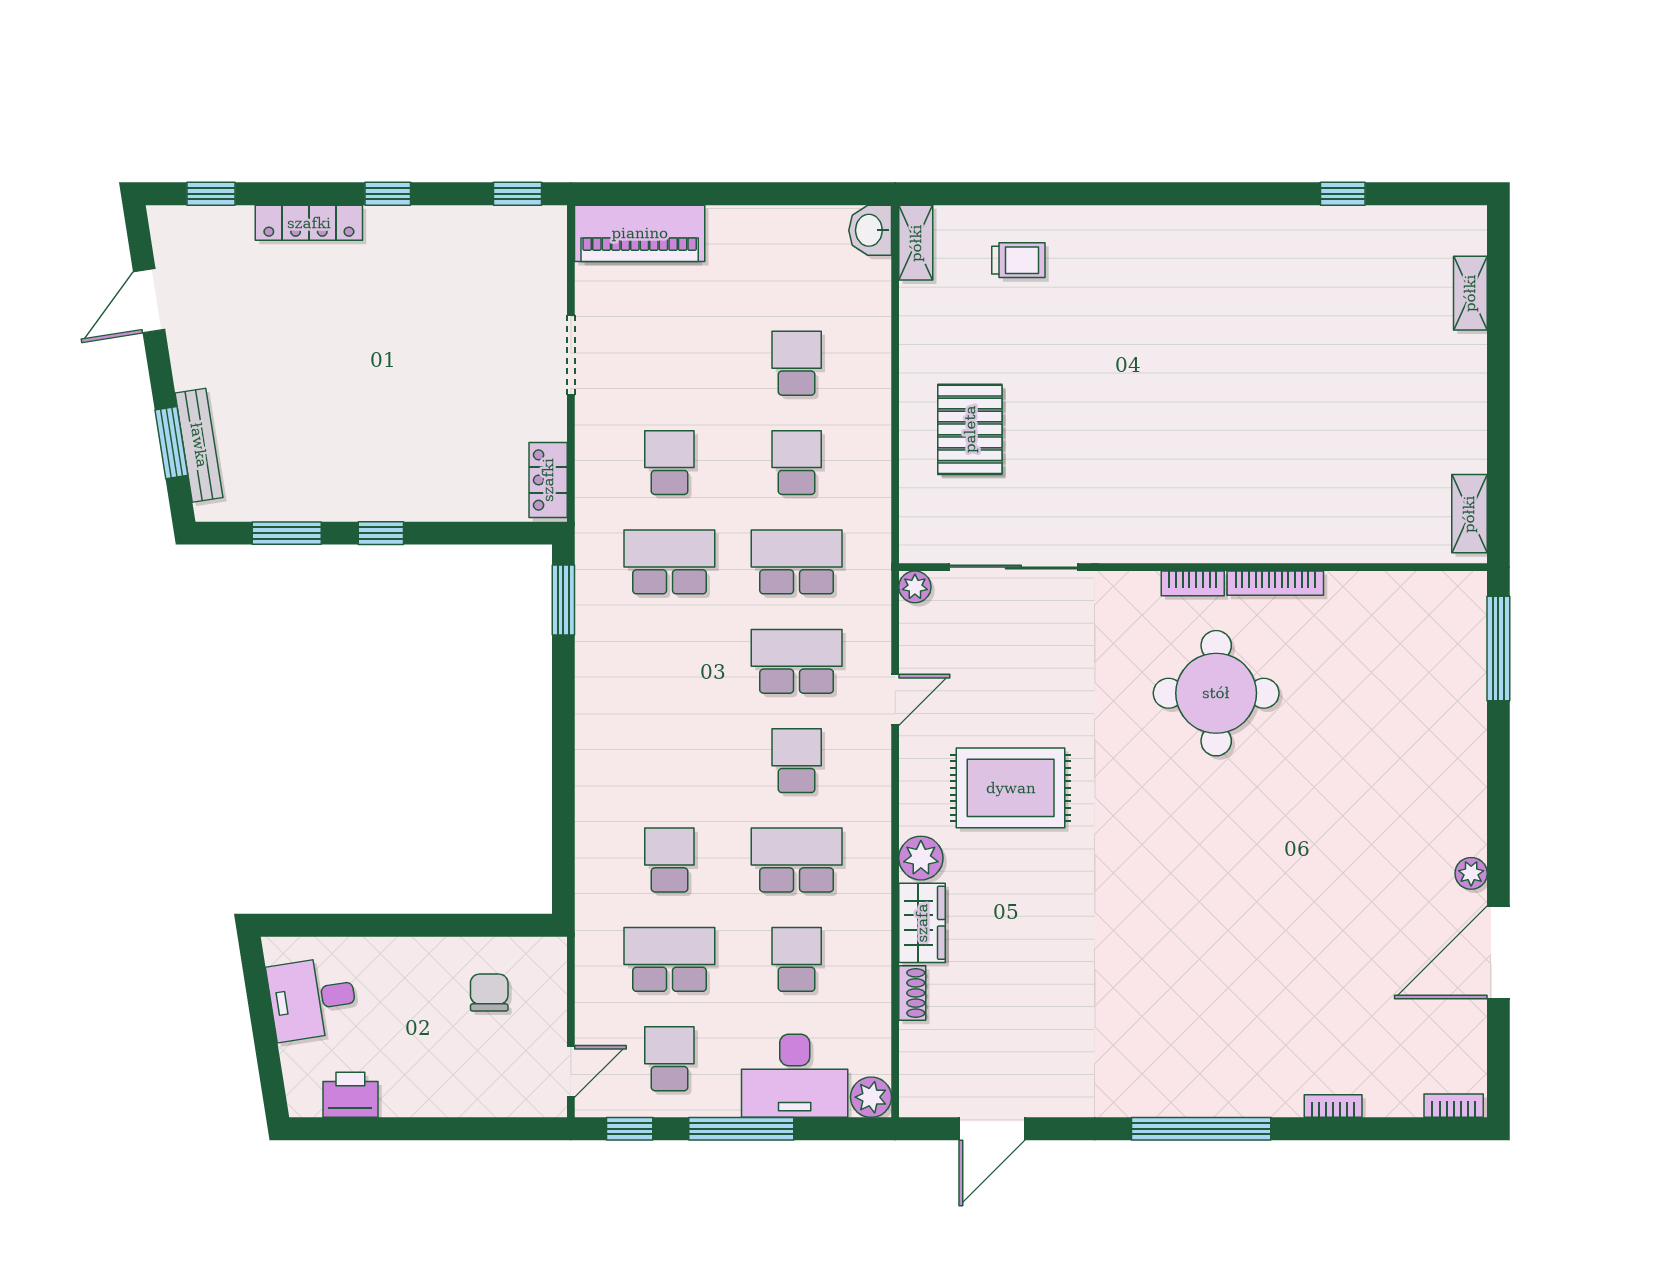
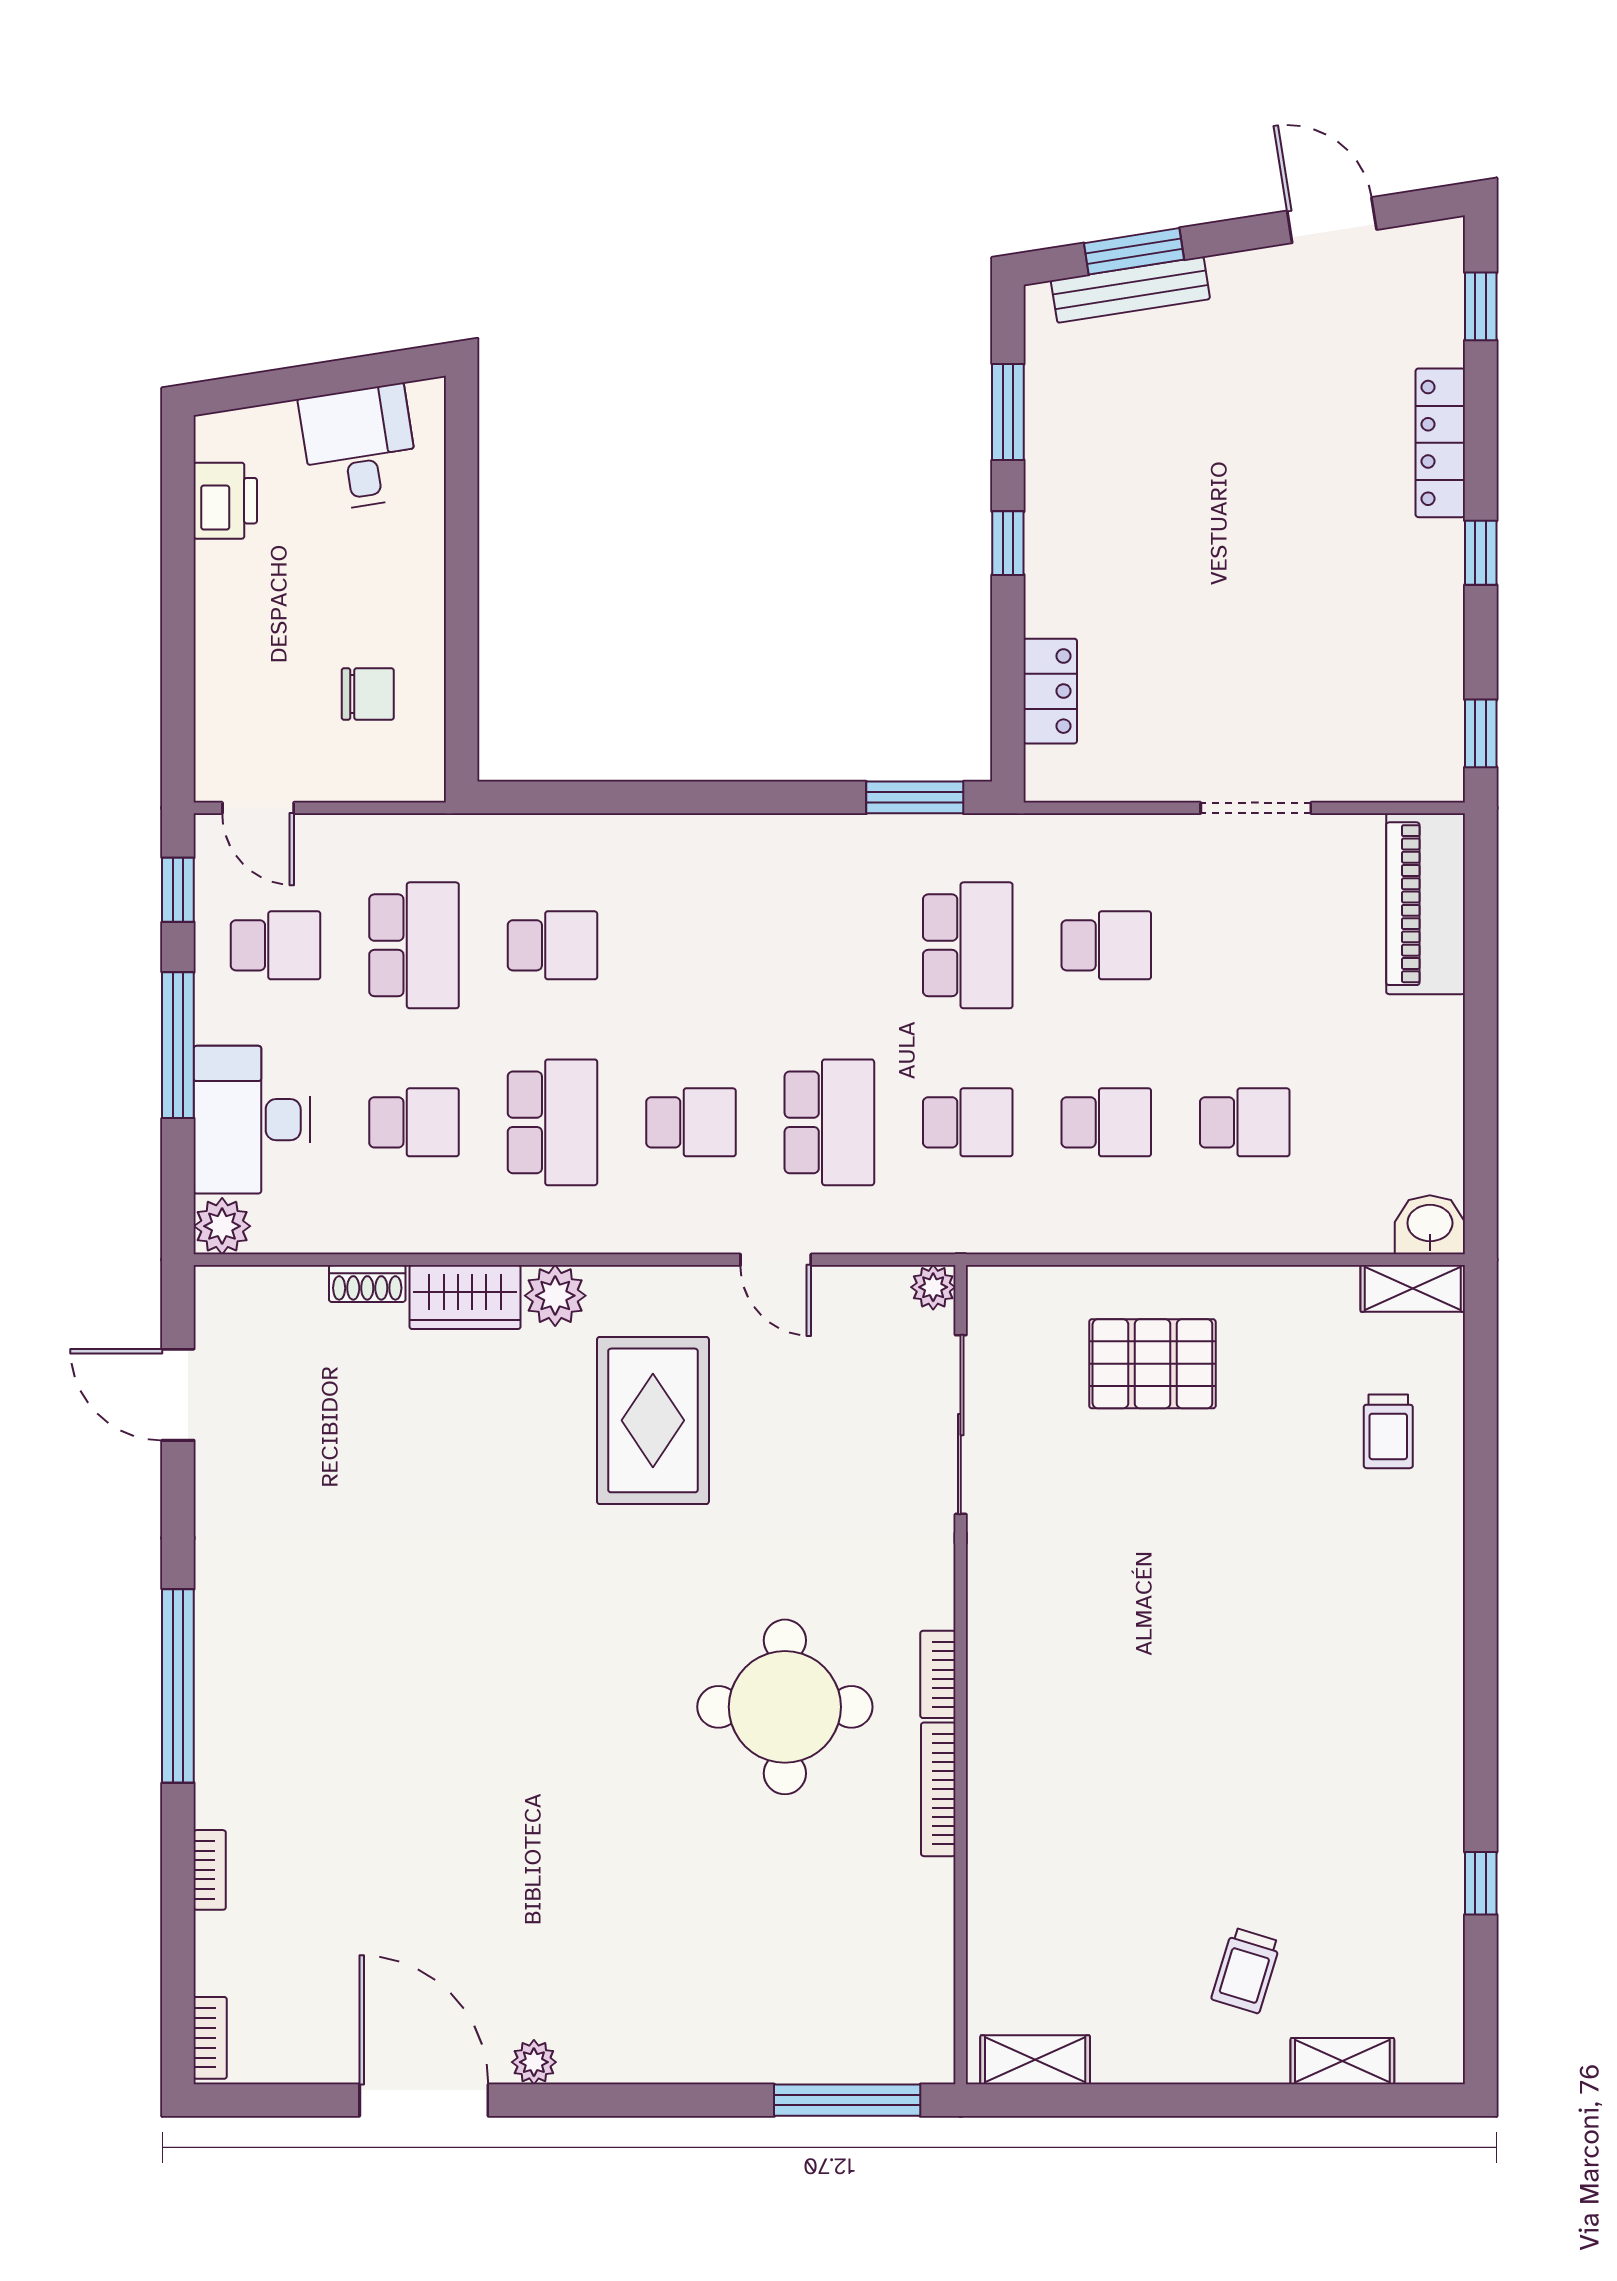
trolley: (1405, 362) -> (1246, 1970), added
locker: (548, 480) -> (1050, 691), moved, turned 90
school desk: (797, 562) -> (968, 1122), width x0.54

